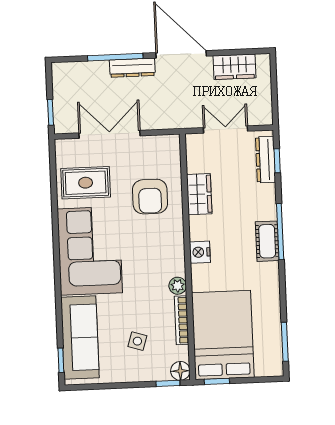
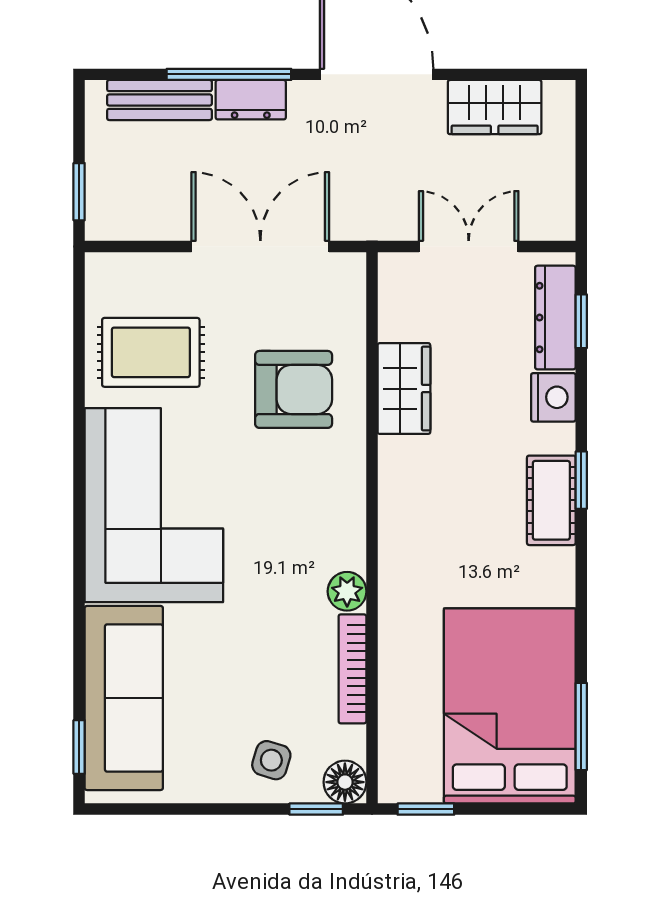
dresser: (132, 68) -> (251, 100), width x0.70
bench: (85, 70) -> (159, 100), added
double door: (110, 134) -> (260, 246), moved
armchair: (150, 197) -> (294, 389), turned -90
window: (280, 232) -> (581, 480), width x0.46
nightstand: (200, 252) -> (553, 397), moved, turned 180
bed: (223, 335) -> (510, 706), moved
side table: (137, 341) -> (271, 760), moved

